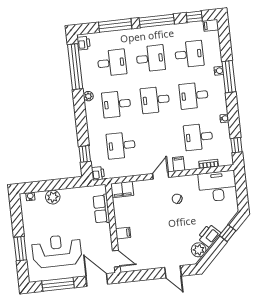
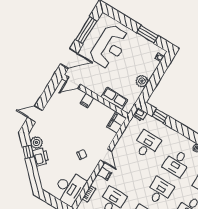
desk: (116, 104) -> (177, 163), turned 180
plant: (53, 197) -> (142, 81), moved
window: (228, 233) -> (28, 152), moved
window: (20, 249) -> (147, 34), moved

